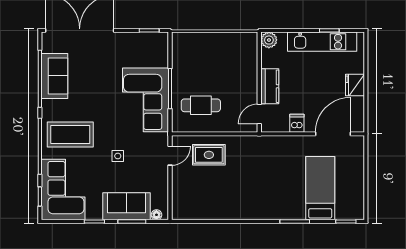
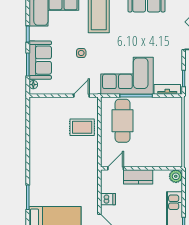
tv unit: (162, 51) -> (167, 89), added
cafe table: (201, 105) -> (123, 121), width x1.37, depth x1.35
door: (259, 114) -> (116, 168), hinge flipped
rug: (209, 155) -> (82, 127), turned 90
door: (170, 156) -> (81, 96), swing flipped

